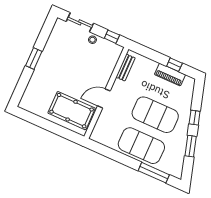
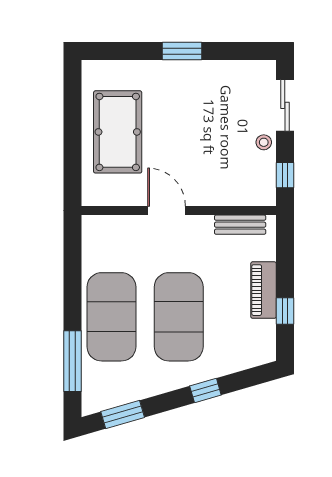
piano: (170, 75) -> (263, 290), moved
pool table: (72, 111) -> (118, 132), moved
window: (191, 146) -> (123, 414), moved

